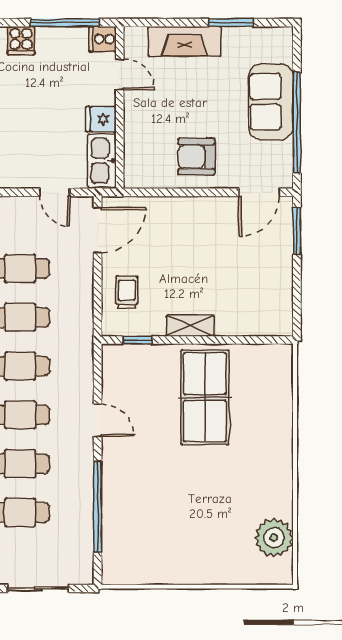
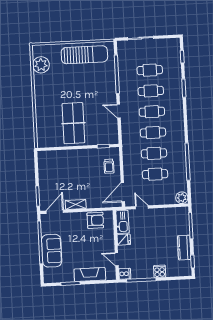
armchair: (196, 157) -> (95, 220), moved
shelving: (190, 326) -> (76, 205), moved
sun lounger: (171, 556) -> (84, 55), added

